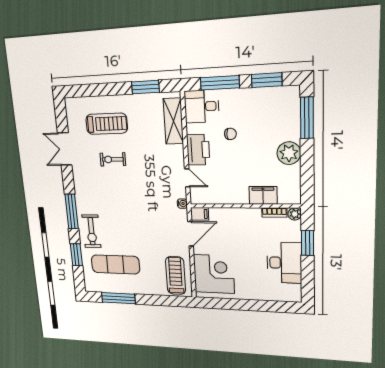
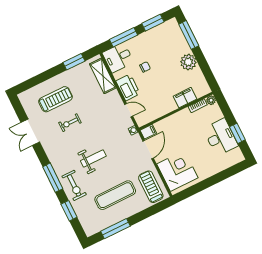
weight bench: (124, 213) -> (93, 158), added
window: (307, 243) -> (237, 133), moved
exercise mat: (115, 264) -> (115, 195), moved

